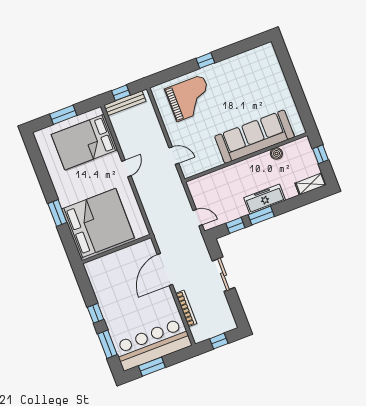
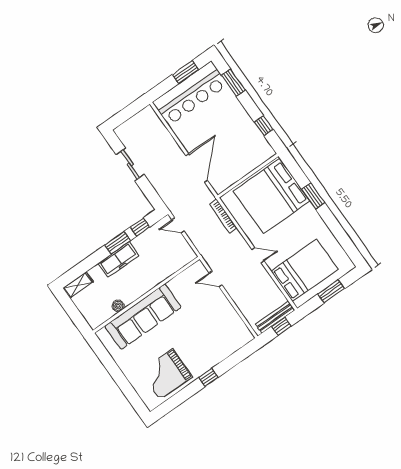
grand piano: (190, 98) -> (166, 374), moved
window: (321, 154) -> (76, 316), removed
door: (126, 168) -> (258, 255), swing flipped
sliding door: (223, 274) -> (130, 164), moved
bookcase: (186, 308) -> (223, 216), moved
window: (96, 313) -> (264, 126), moved
window: (219, 341) -> (128, 113), removed

